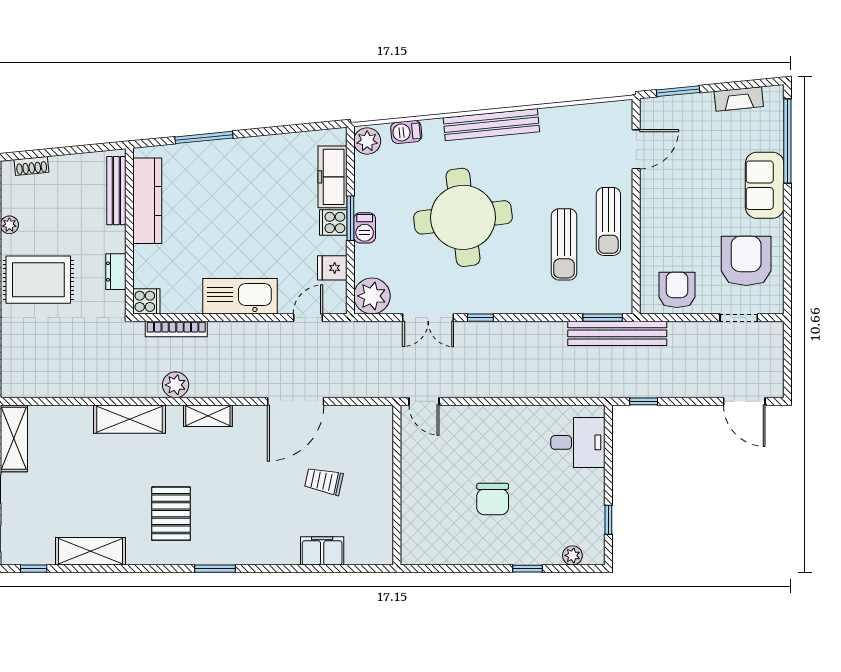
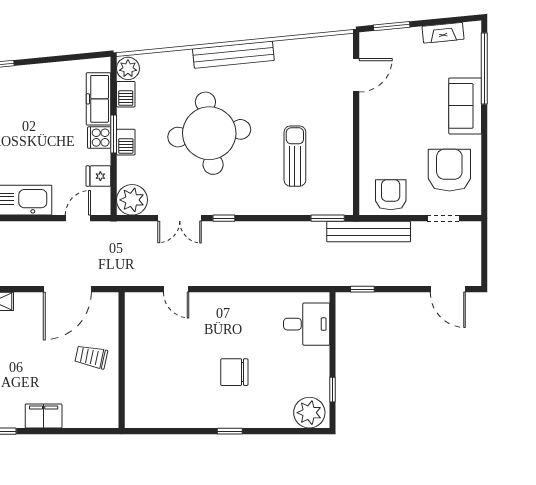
barbecue: (406, 132) -> (126, 94), moved, turned -84
sun lounger: (608, 221) -> (333, 137), removed
sun lounger: (564, 244) -> (295, 156), turned 180
bench: (617, 333) -> (369, 232), moved
wall: (397, 485) -> (122, 360), moved
chair: (493, 499) -> (234, 372), turned 90
filing cabinet: (322, 551) -> (44, 416), moved
plant: (572, 555) -> (309, 413), width x1.88, depth x1.88
window: (528, 569) -> (230, 431), moved

